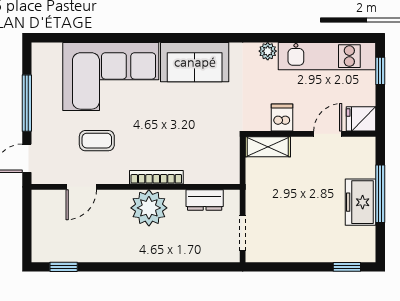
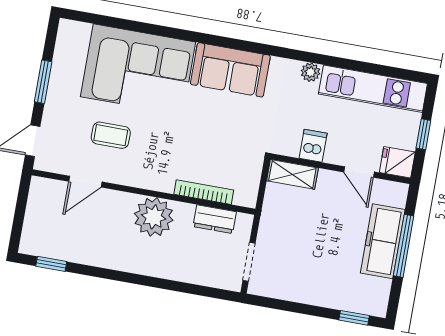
window: (380, 71) -> (423, 134), moved
window: (27, 103) -> (43, 82), width x0.69
door: (328, 134) -> (359, 172), swing flipped
bookcase: (156, 177) -> (204, 192), moved
freezer: (360, 202) -> (383, 241), width x1.40

